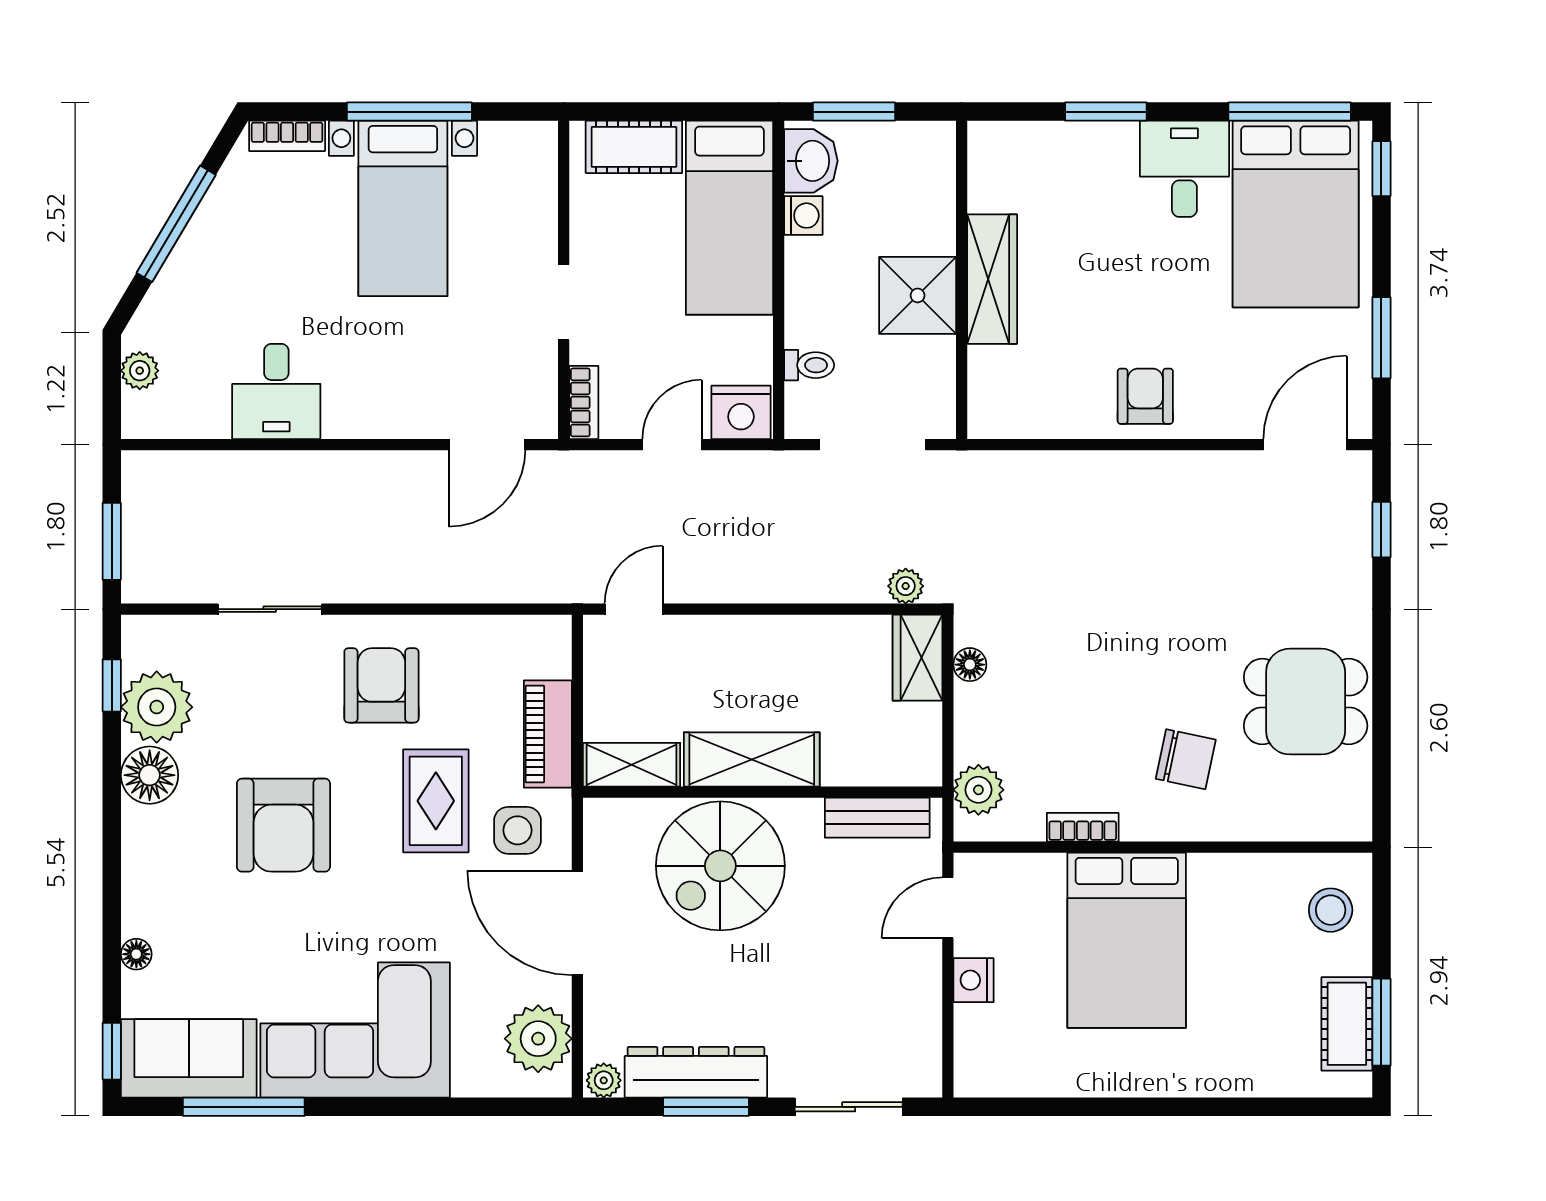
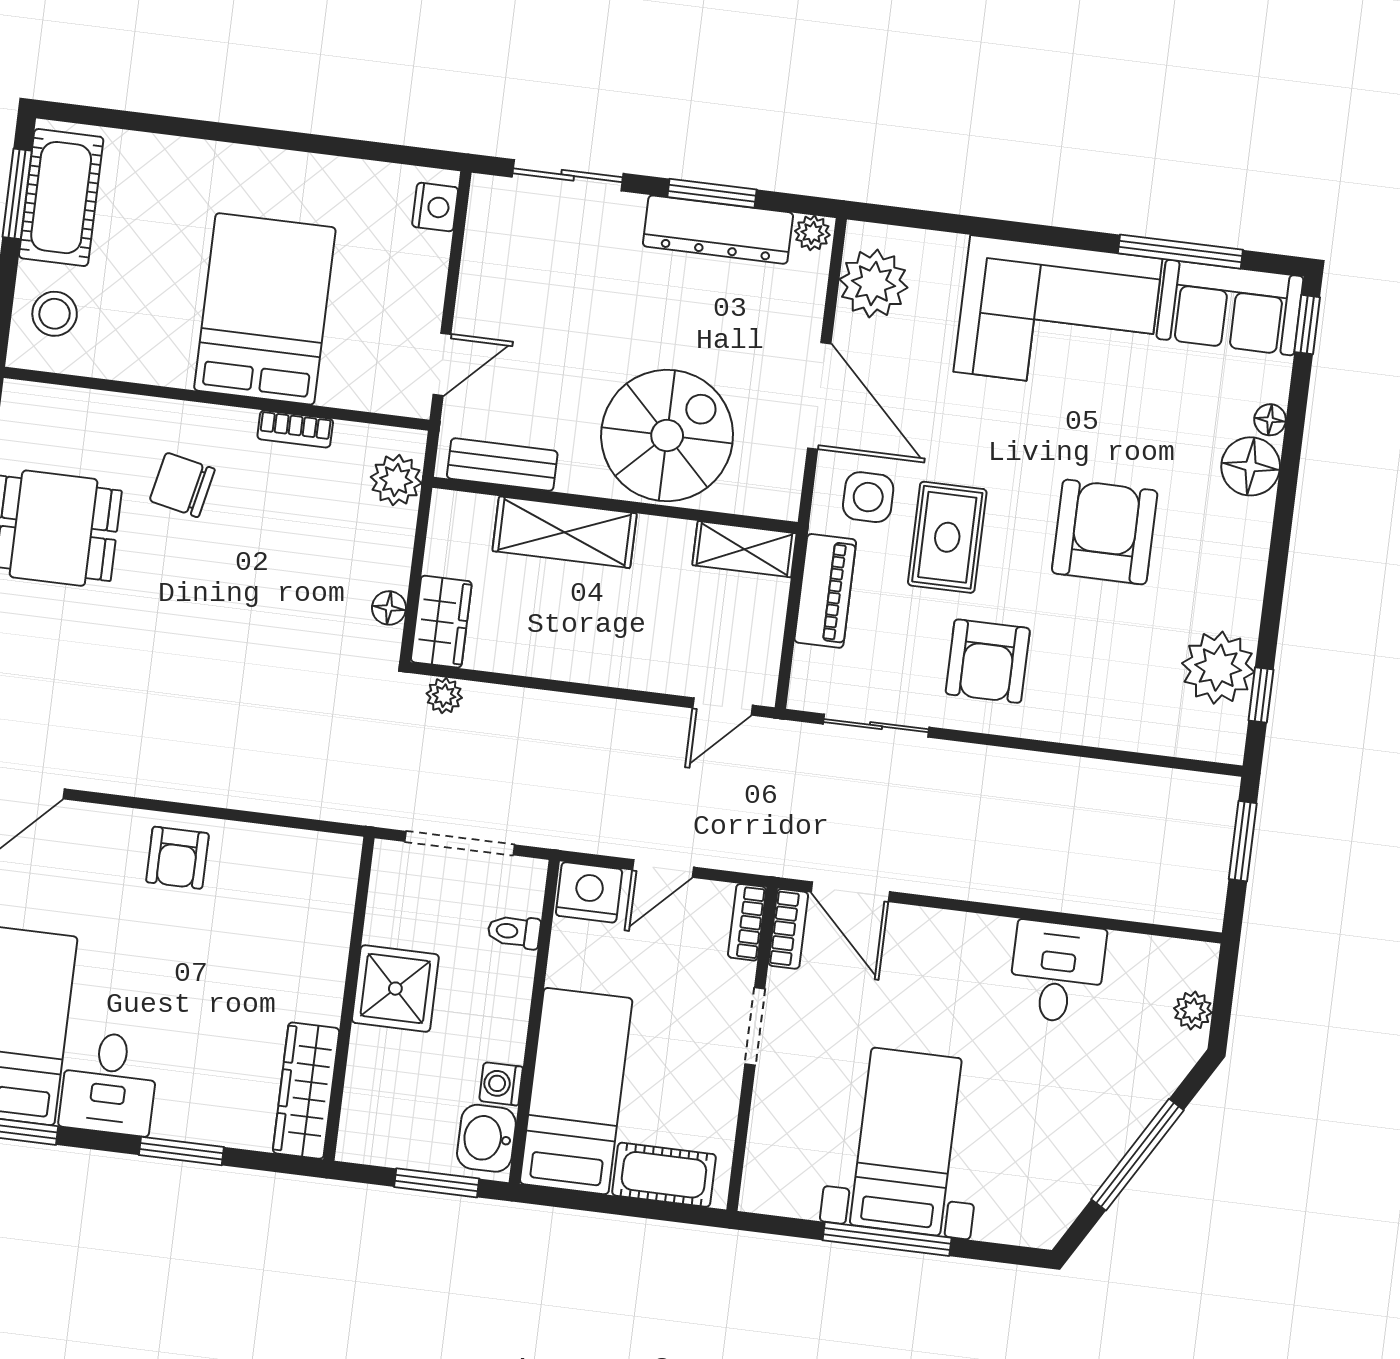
bookcase: (287, 136) -> (788, 929), moved, turned 90
wardrobe: (992, 279) -> (306, 1091), moved
door: (487, 445) -> (850, 892), swing flipped
sliding door: (270, 609) -> (876, 726), moved
shelving: (752, 759) -> (565, 532), moved
floor lamp: (150, 775) -> (1251, 466), moved
nightstand: (974, 980) -> (435, 207), moved
cot: (1347, 1024) -> (61, 198), width x1.37, depth x1.34

